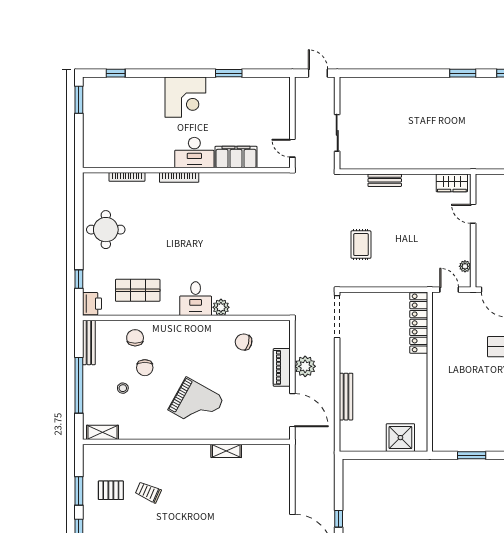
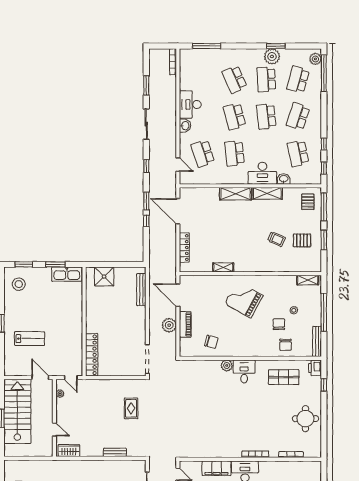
bench: (346, 397) -> (141, 290), moved
kitchen sink: (455, 441) -> (67, 274), added
locker: (283, 480) -> (184, 248), added

